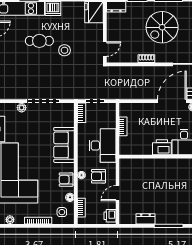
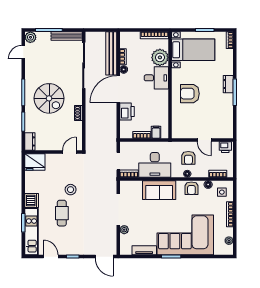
door: (105, 49) -> (69, 152), hinge flipped
door: (172, 101) -> (118, 89), hinge flipped
filing cabinet: (126, 142) -> (156, 132), added
desk: (102, 146) -> (155, 165), moved, turned 180
printer: (162, 147) -> (127, 111), moved, turned 180
armchair: (167, 178) -> (190, 94), added
dresser: (145, 219) -> (228, 84), moved

